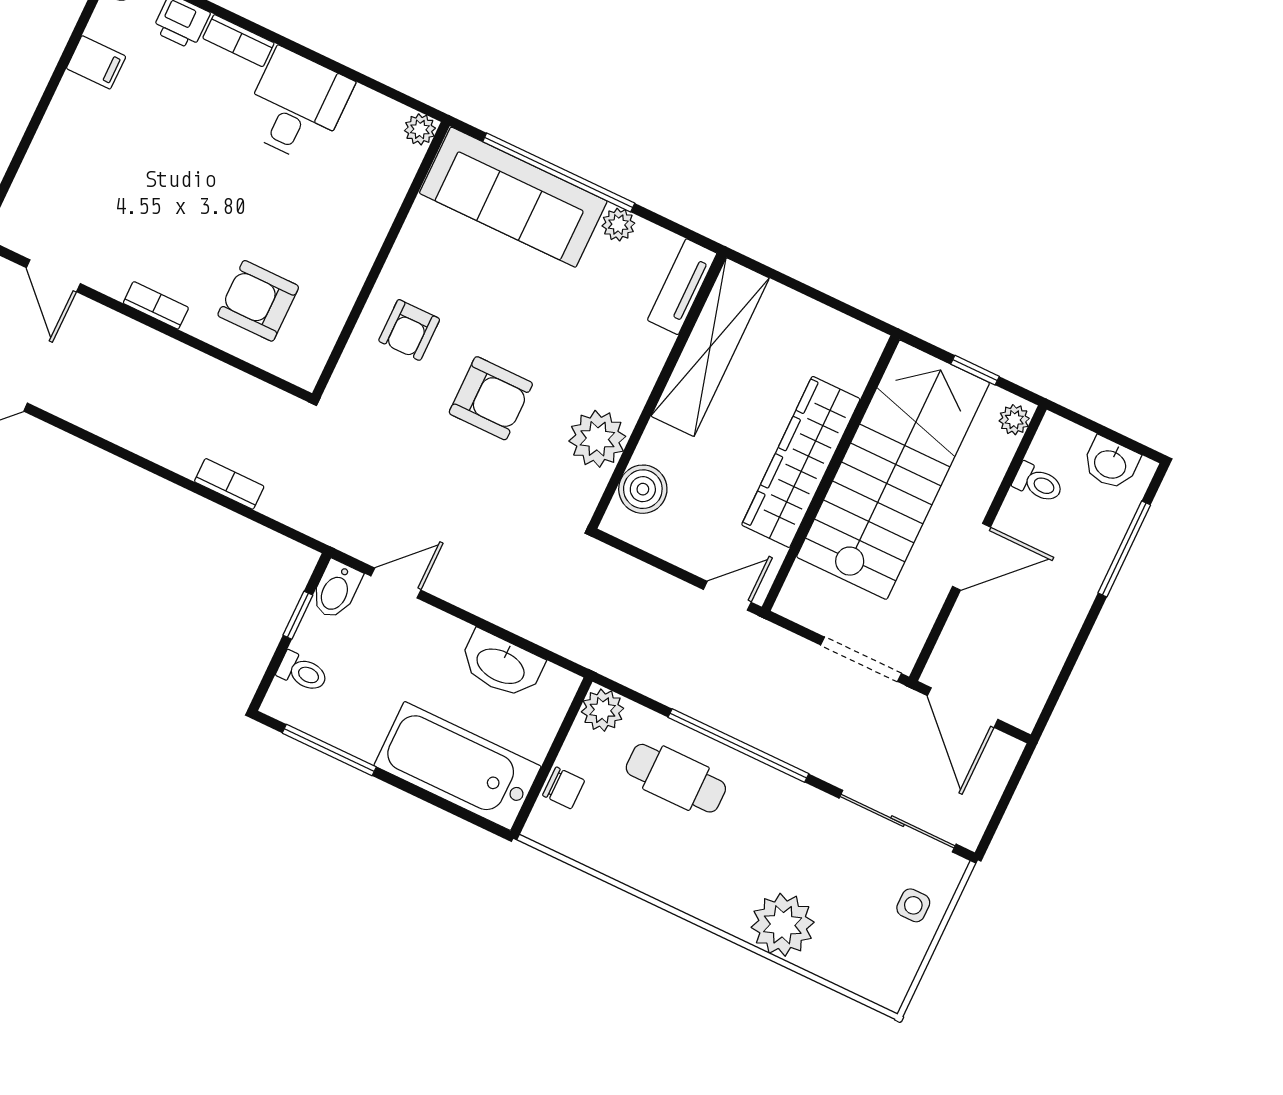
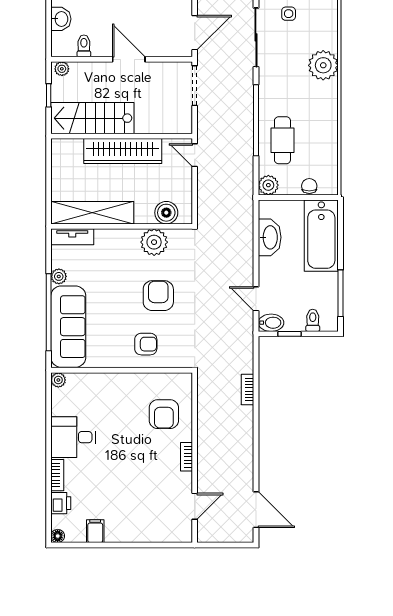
stairs: (893, 470) -> (92, 118), width x0.73, depth x0.66

